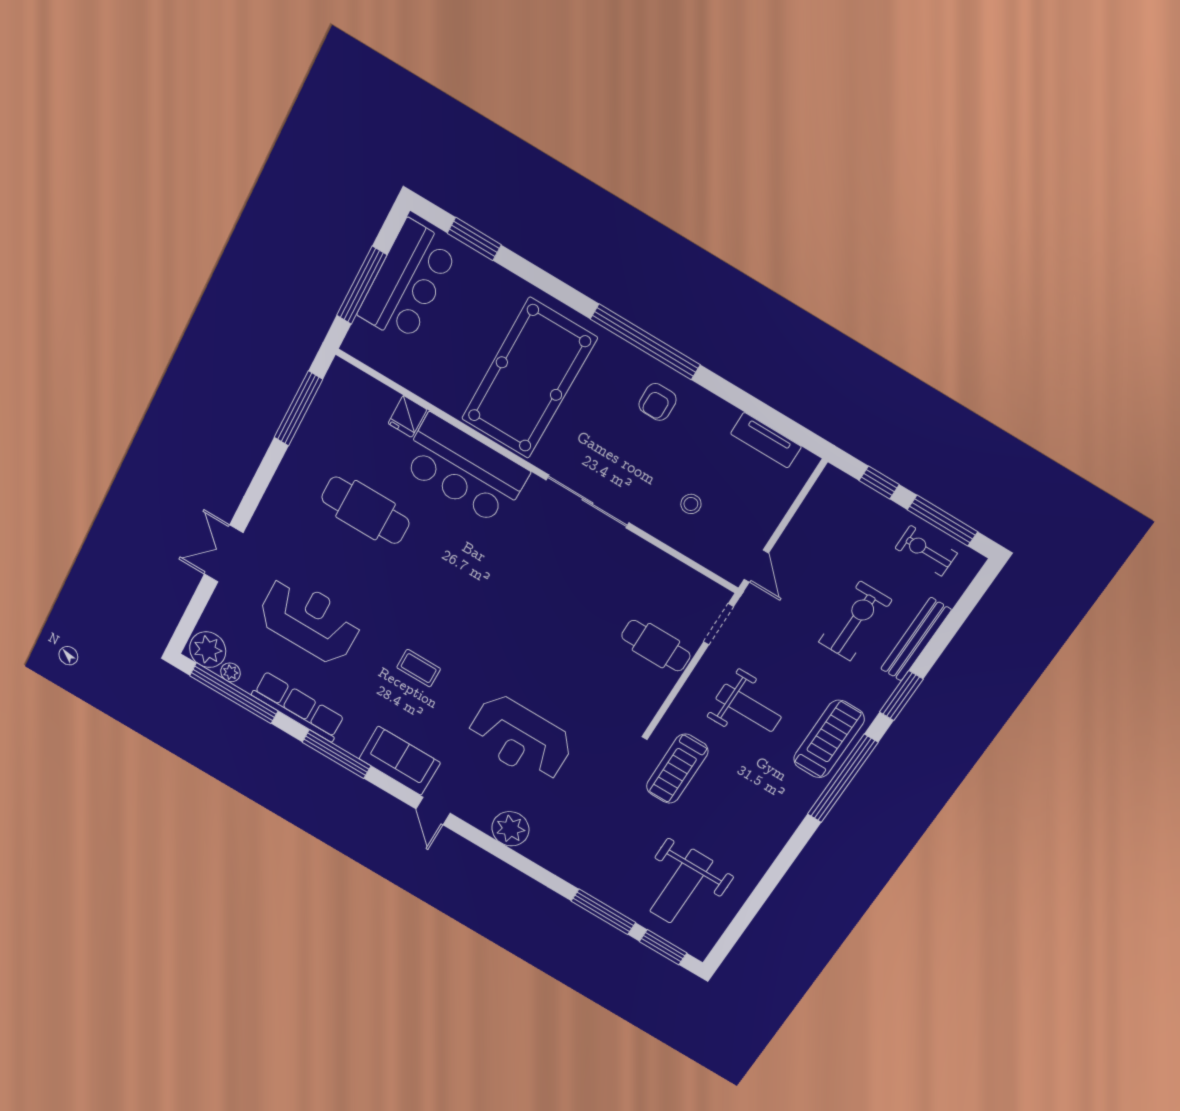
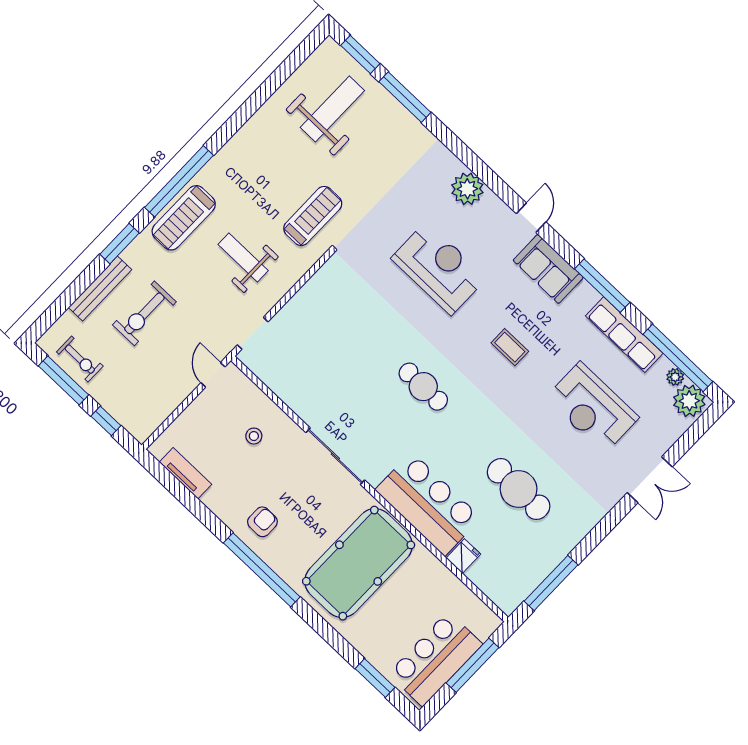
cafe table: (656, 646) -> (423, 387), moved

